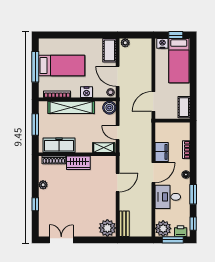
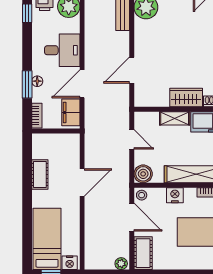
wall: (172, 121) -> (56, 131), moved
shelving: (104, 148) -> (175, 118), moved
window: (193, 194) -> (27, 84), moved

